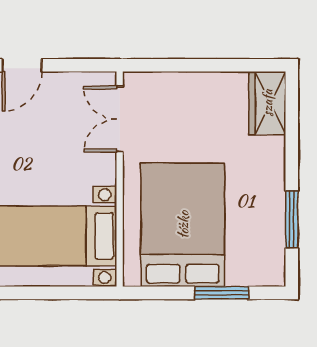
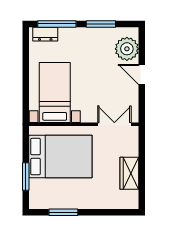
wardrobe: (267, 103) -> (129, 173), moved, turned -90

